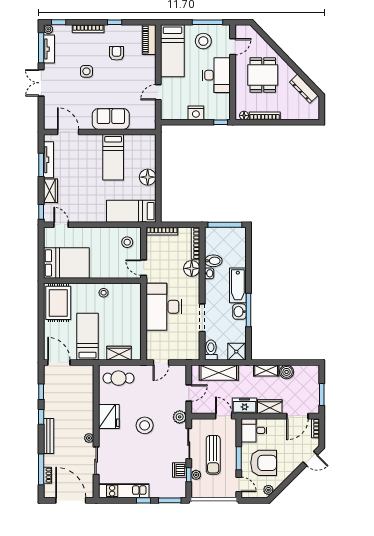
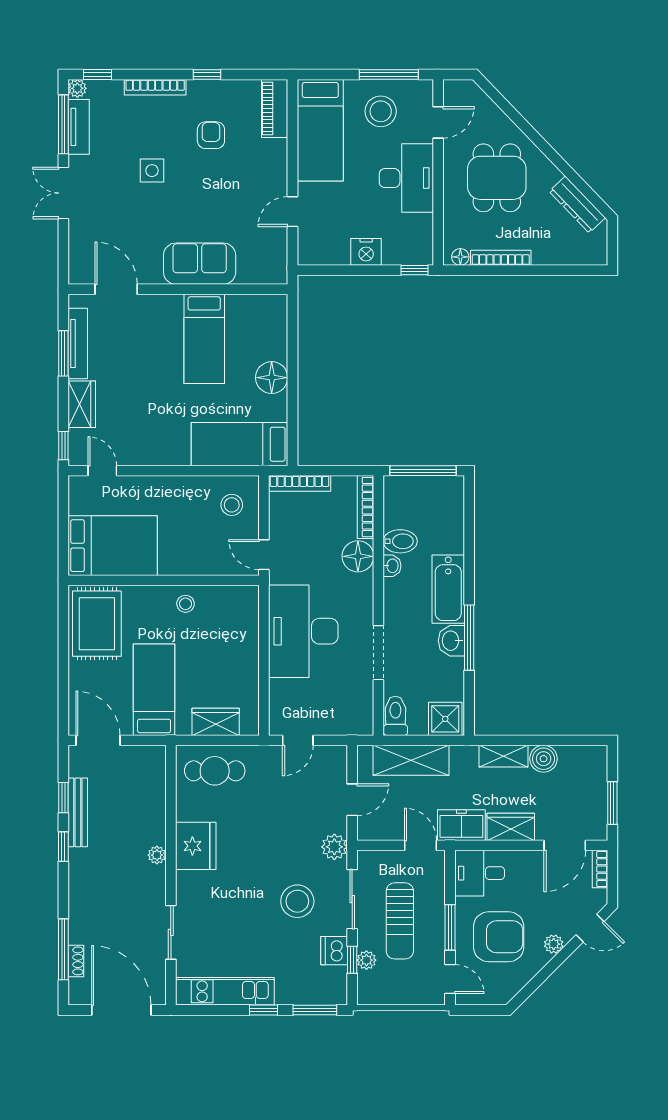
stool: (145, 425) -> (297, 901), moved
bench: (49, 436) -> (78, 812), moved
plant: (89, 438) -> (157, 855), moved
plant: (268, 490) -> (554, 944), moved

